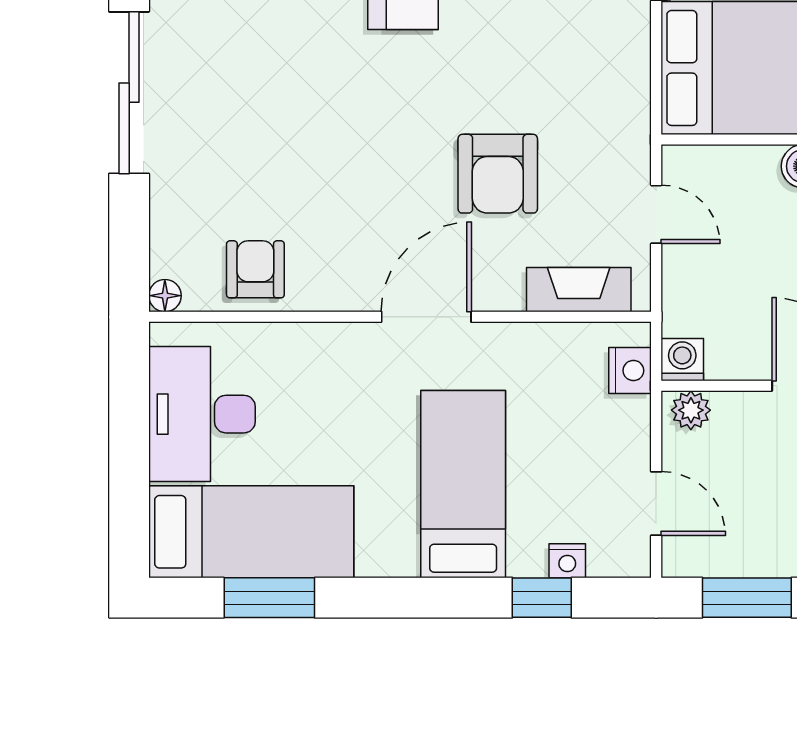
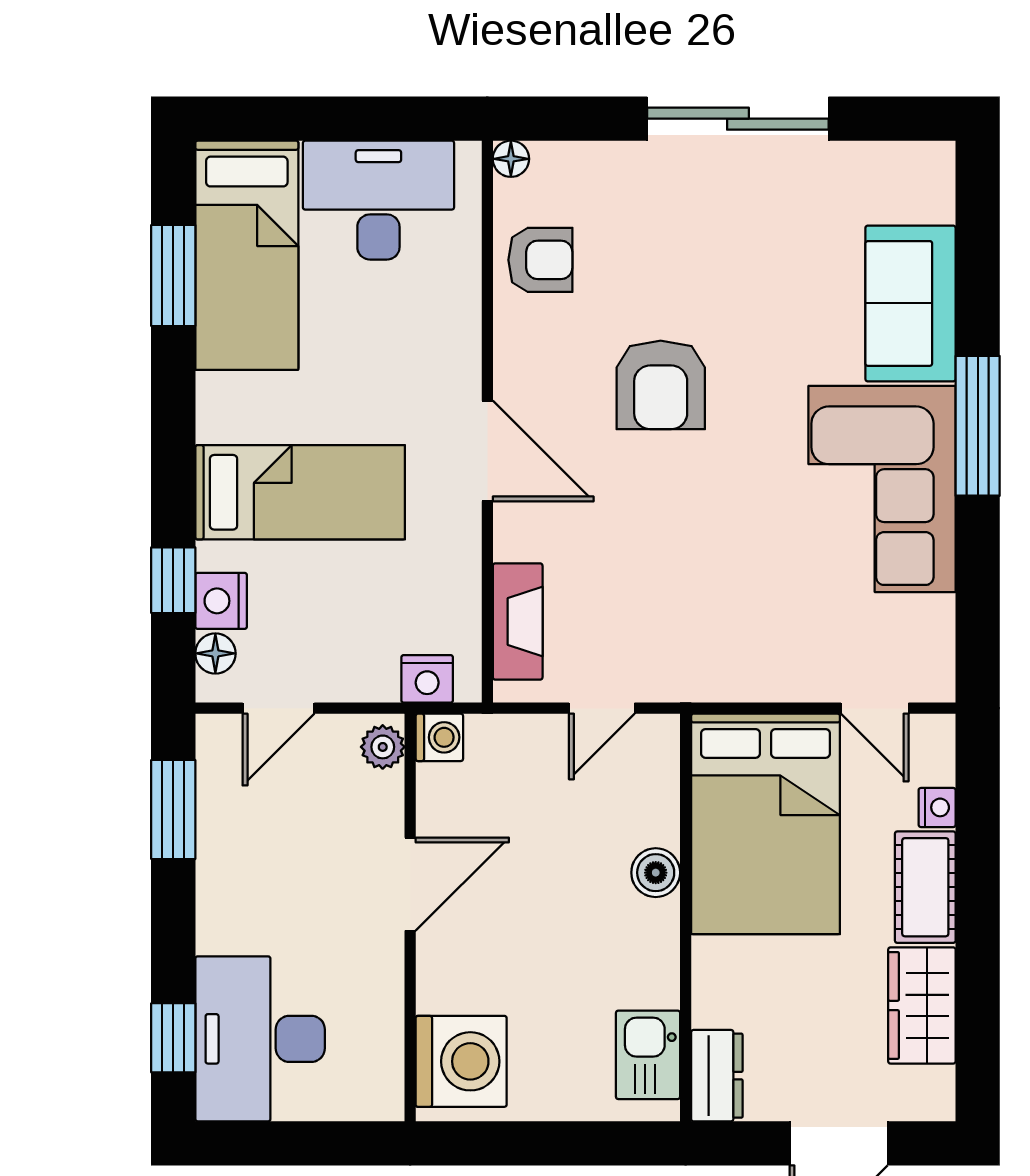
armchair: (498, 174) -> (661, 385), moved, turned -90
floor lamp: (607, 560) -> (215, 653), added
nightstand: (567, 561) -> (221, 601), width x1.39, depth x1.35

